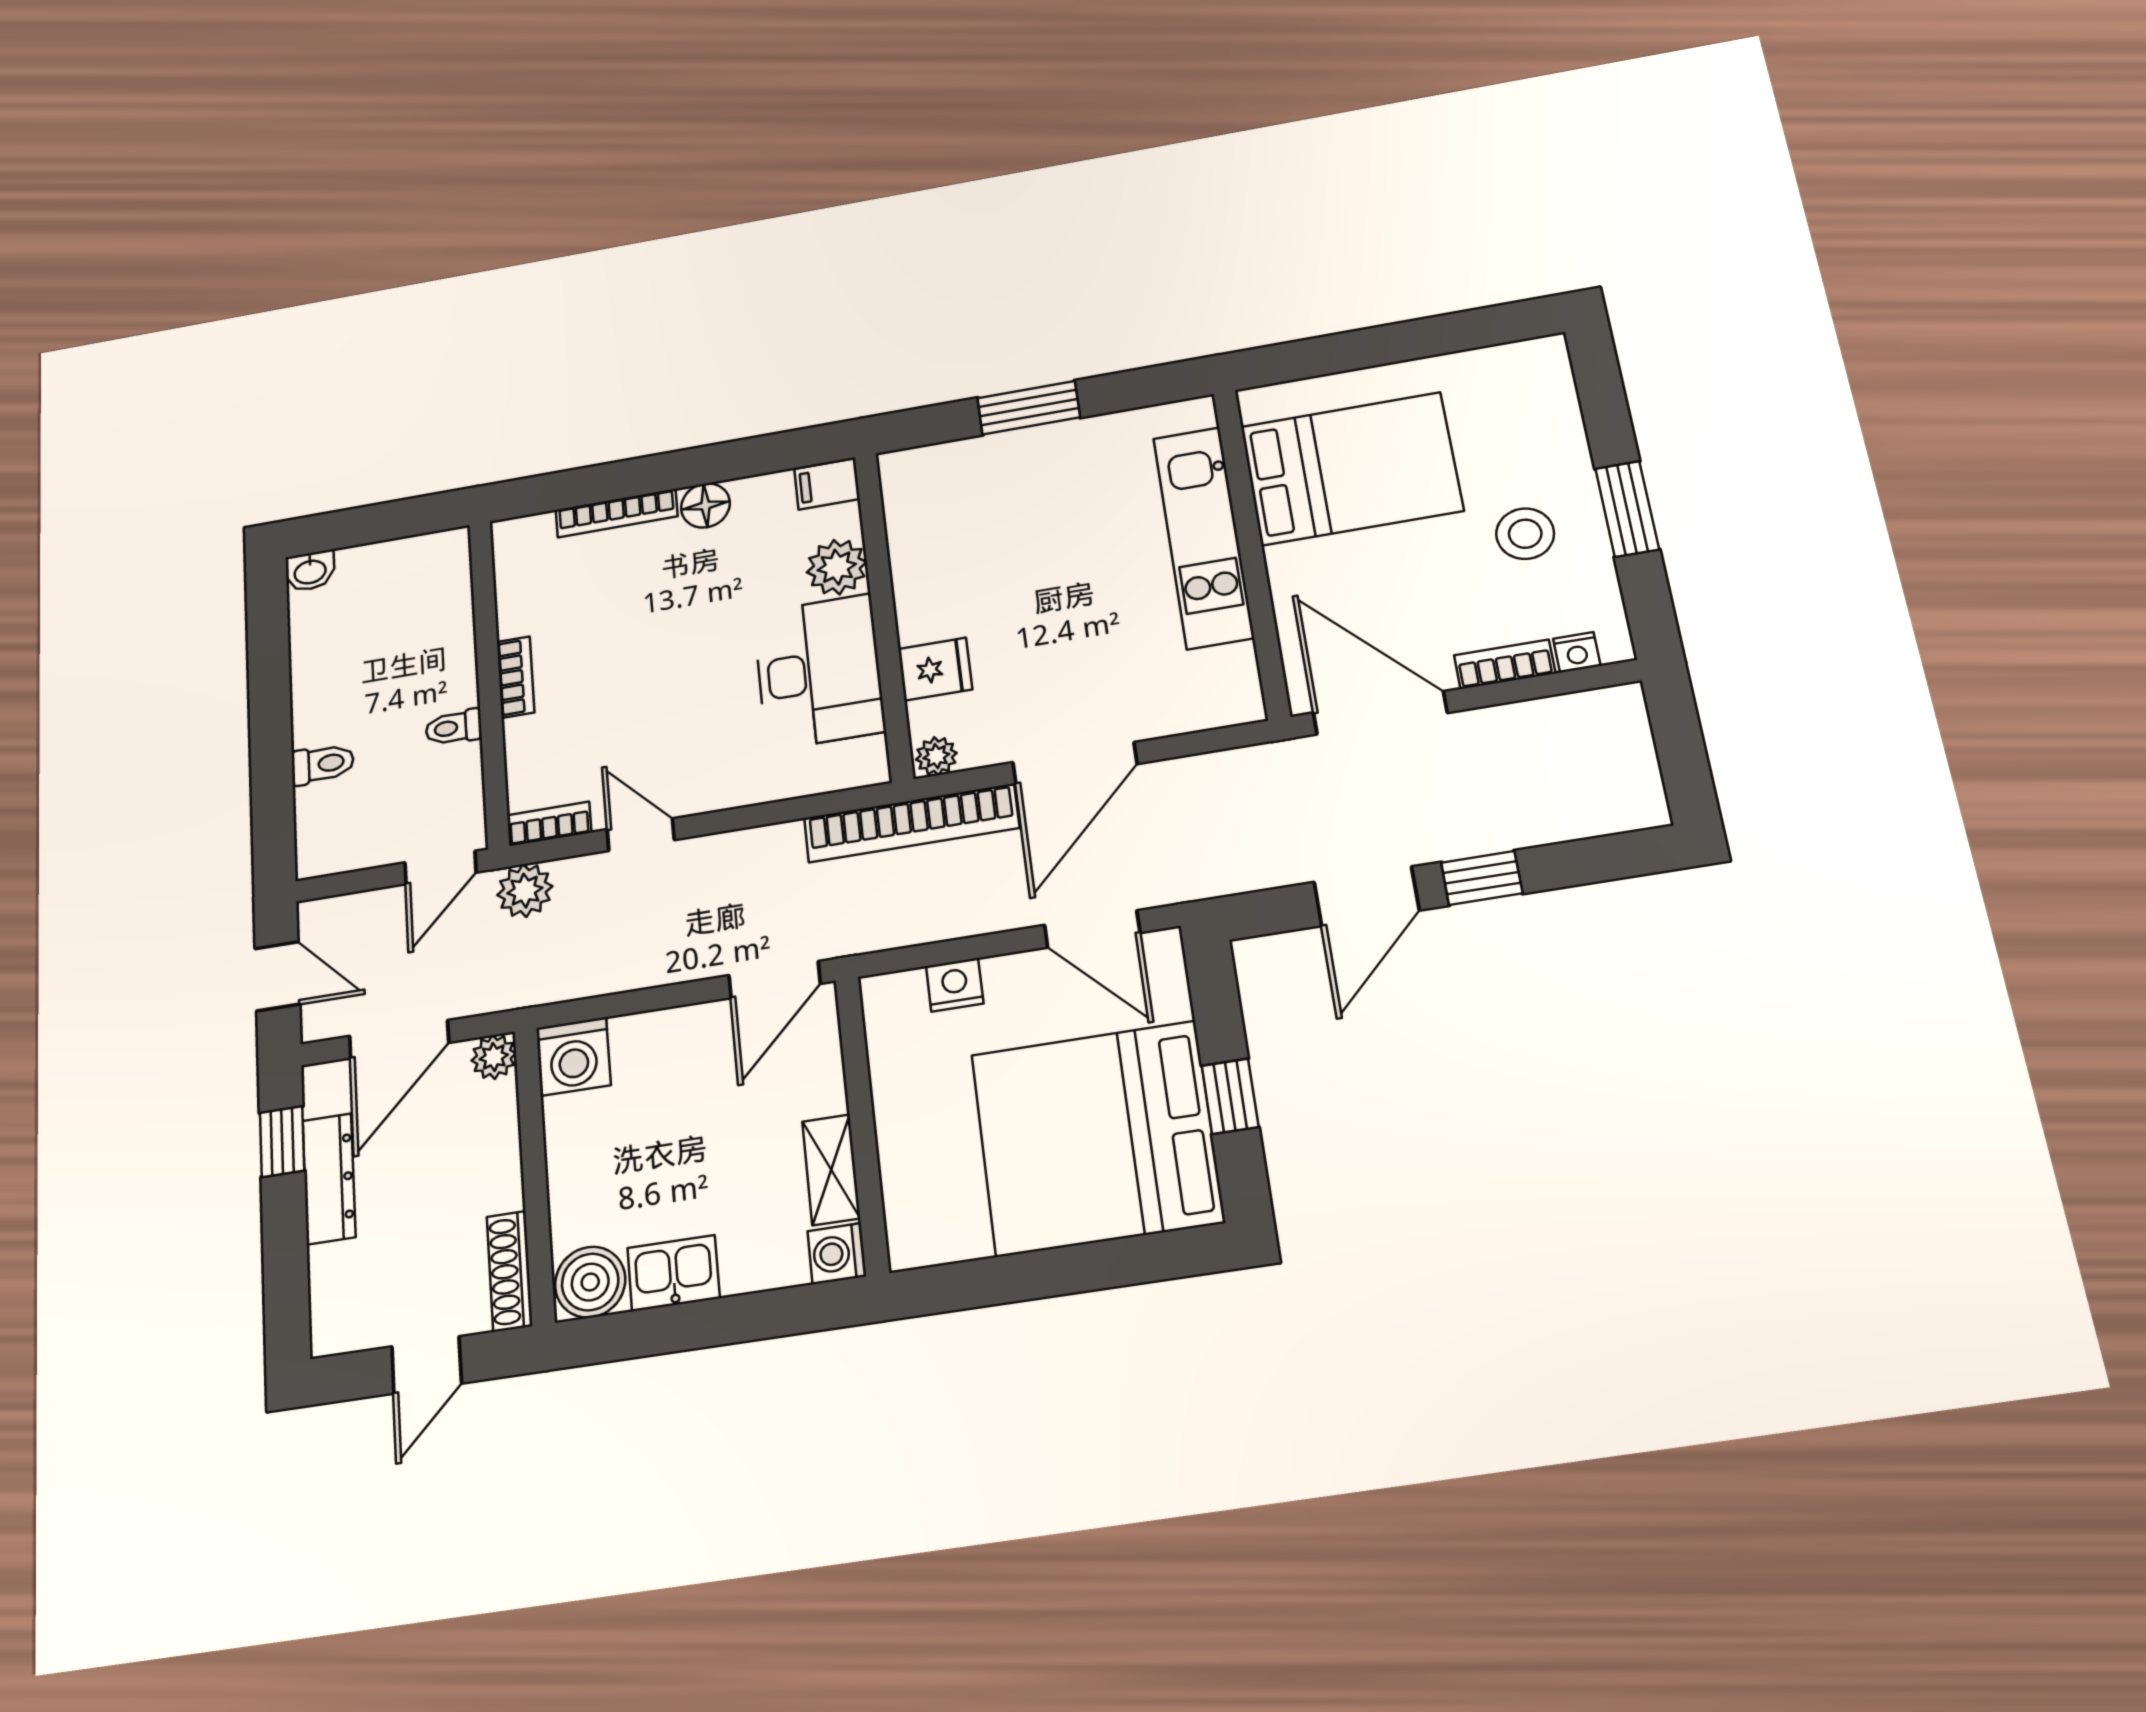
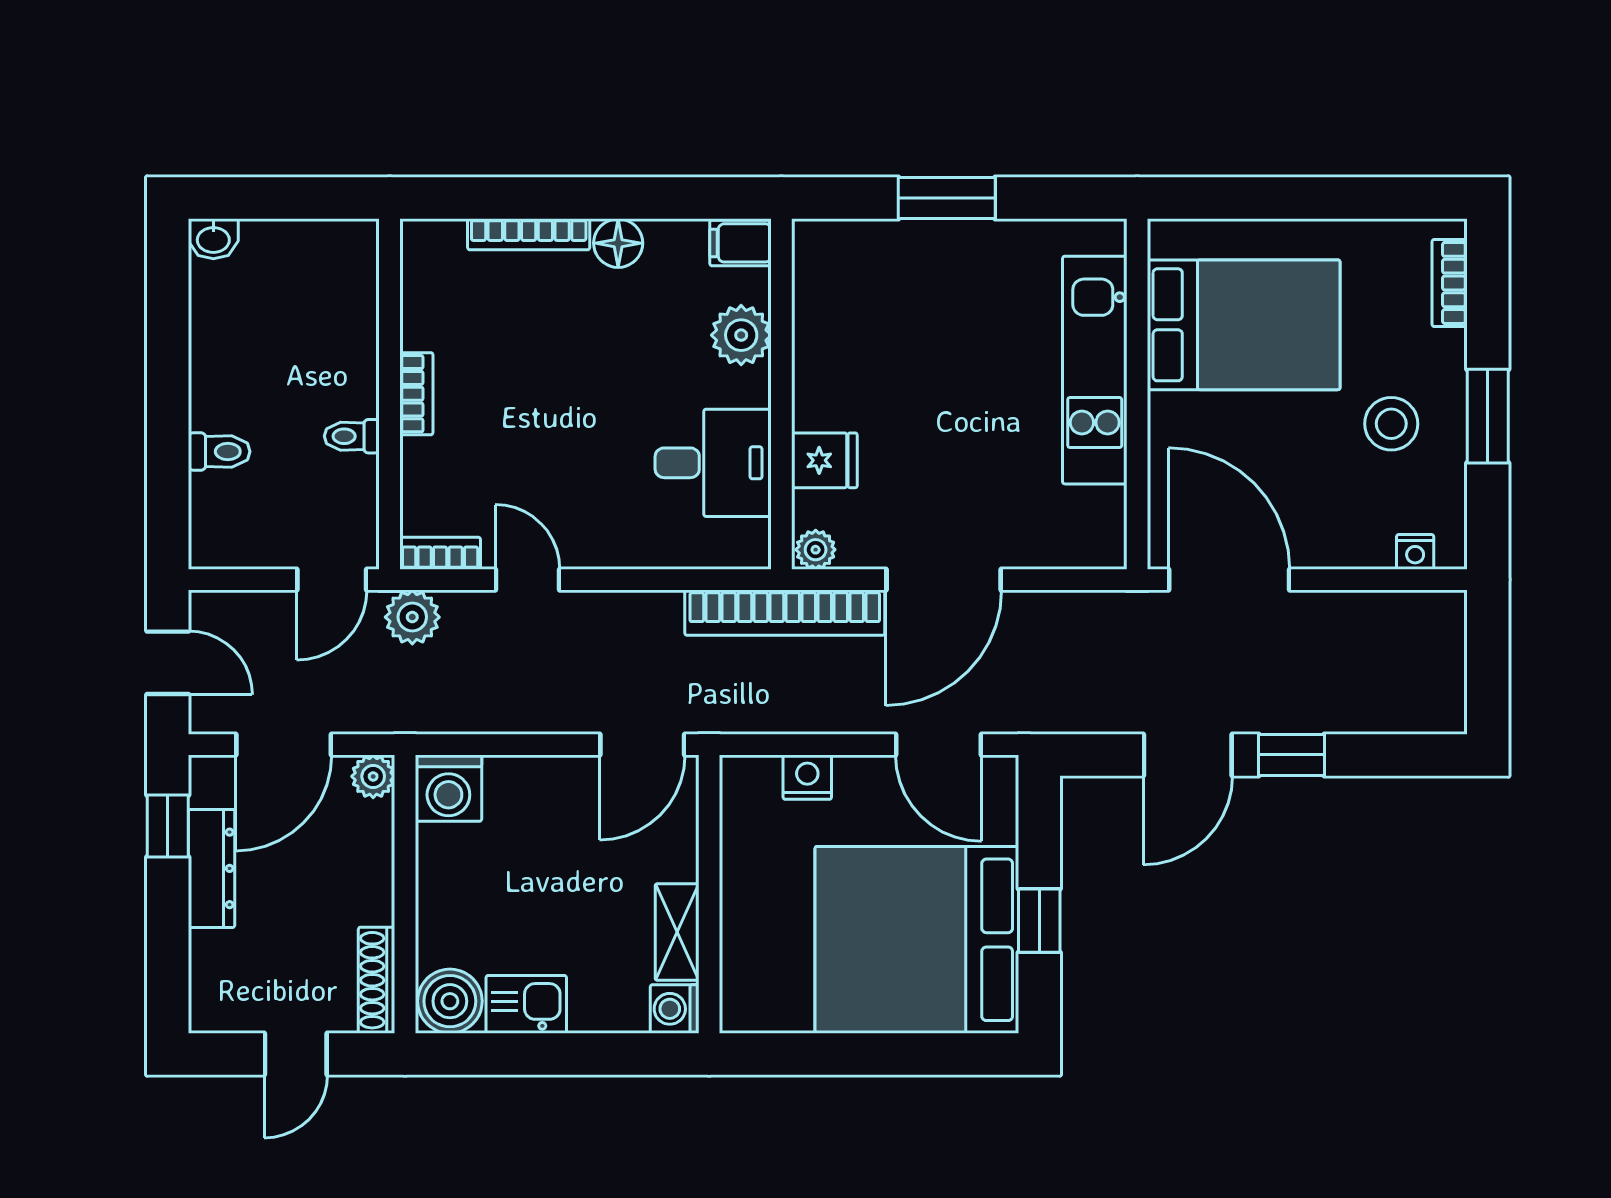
bookcase: (1505, 664) -> (1450, 283), moved, turned -90
desk: (819, 672) -> (713, 463), width x0.73

